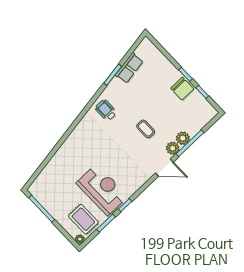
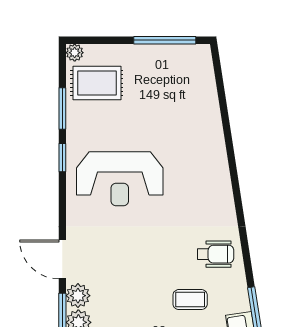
coffee table: (146, 129) -> (190, 300), moved
door: (164, 168) -> (62, 259), hinge flipped
reception desk: (102, 190) -> (120, 179), moved

